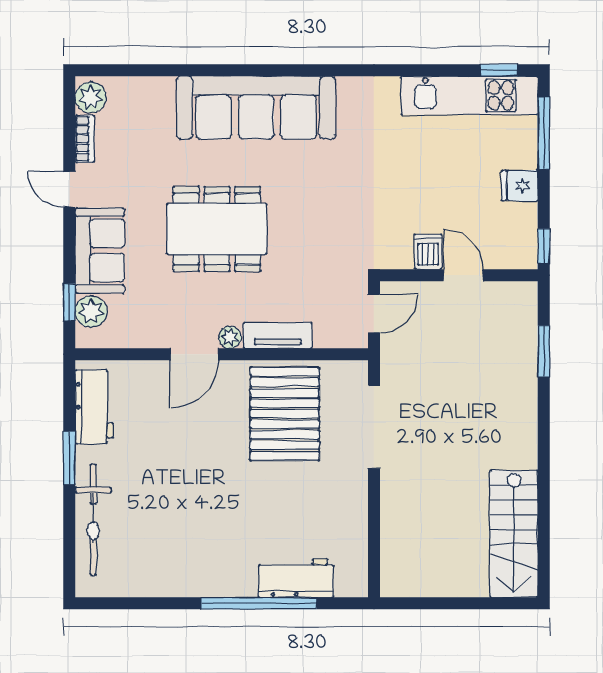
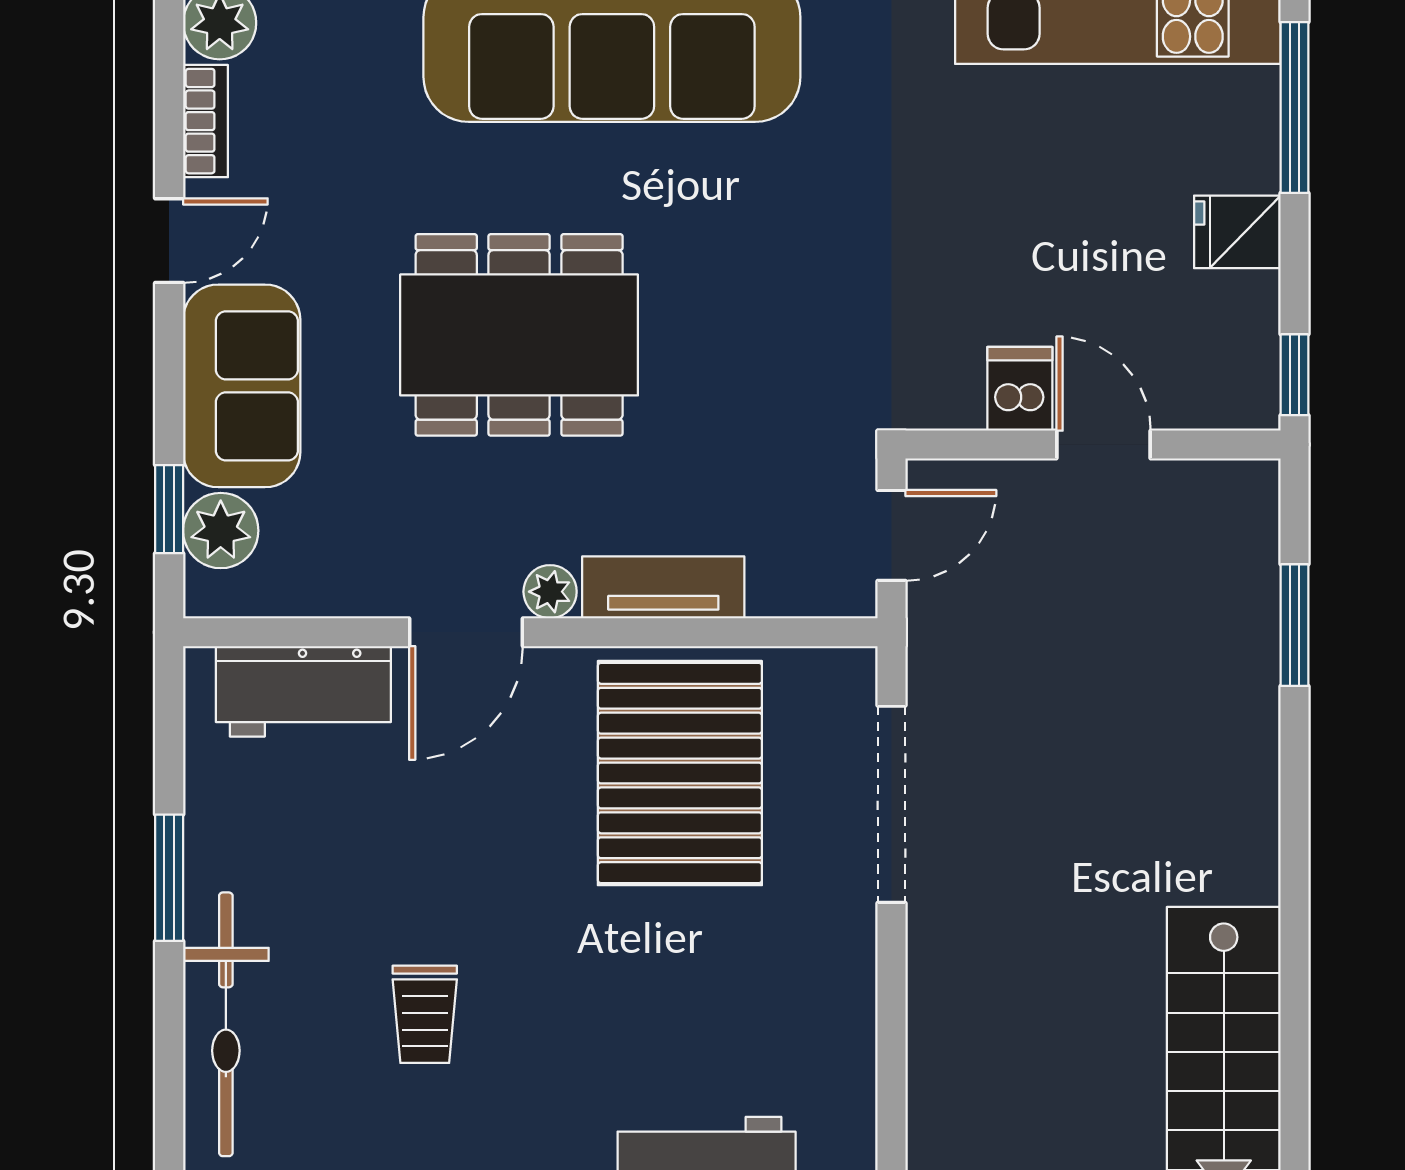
door: (69, 189) -> (169, 241), swing flipped
workbench: (94, 407) -> (303, 691), moved, turned 90
trolley: (177, 515) -> (425, 1014), added

